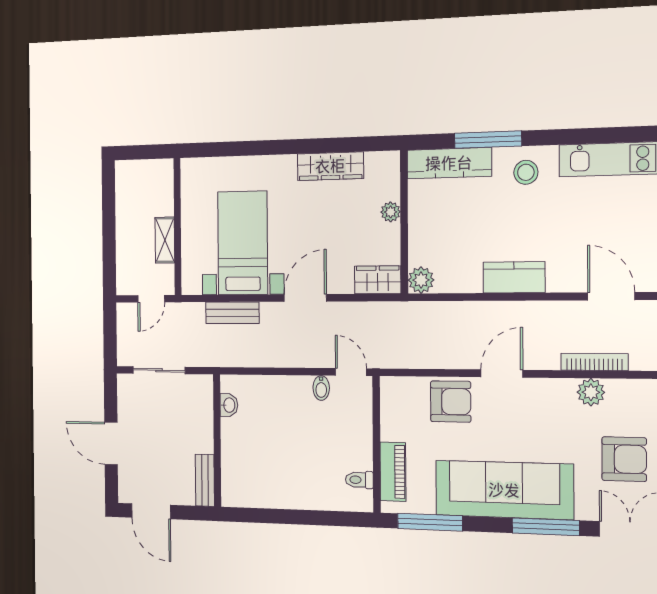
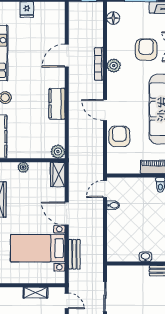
washbasin: (229, 405) -> (145, 257), moved

